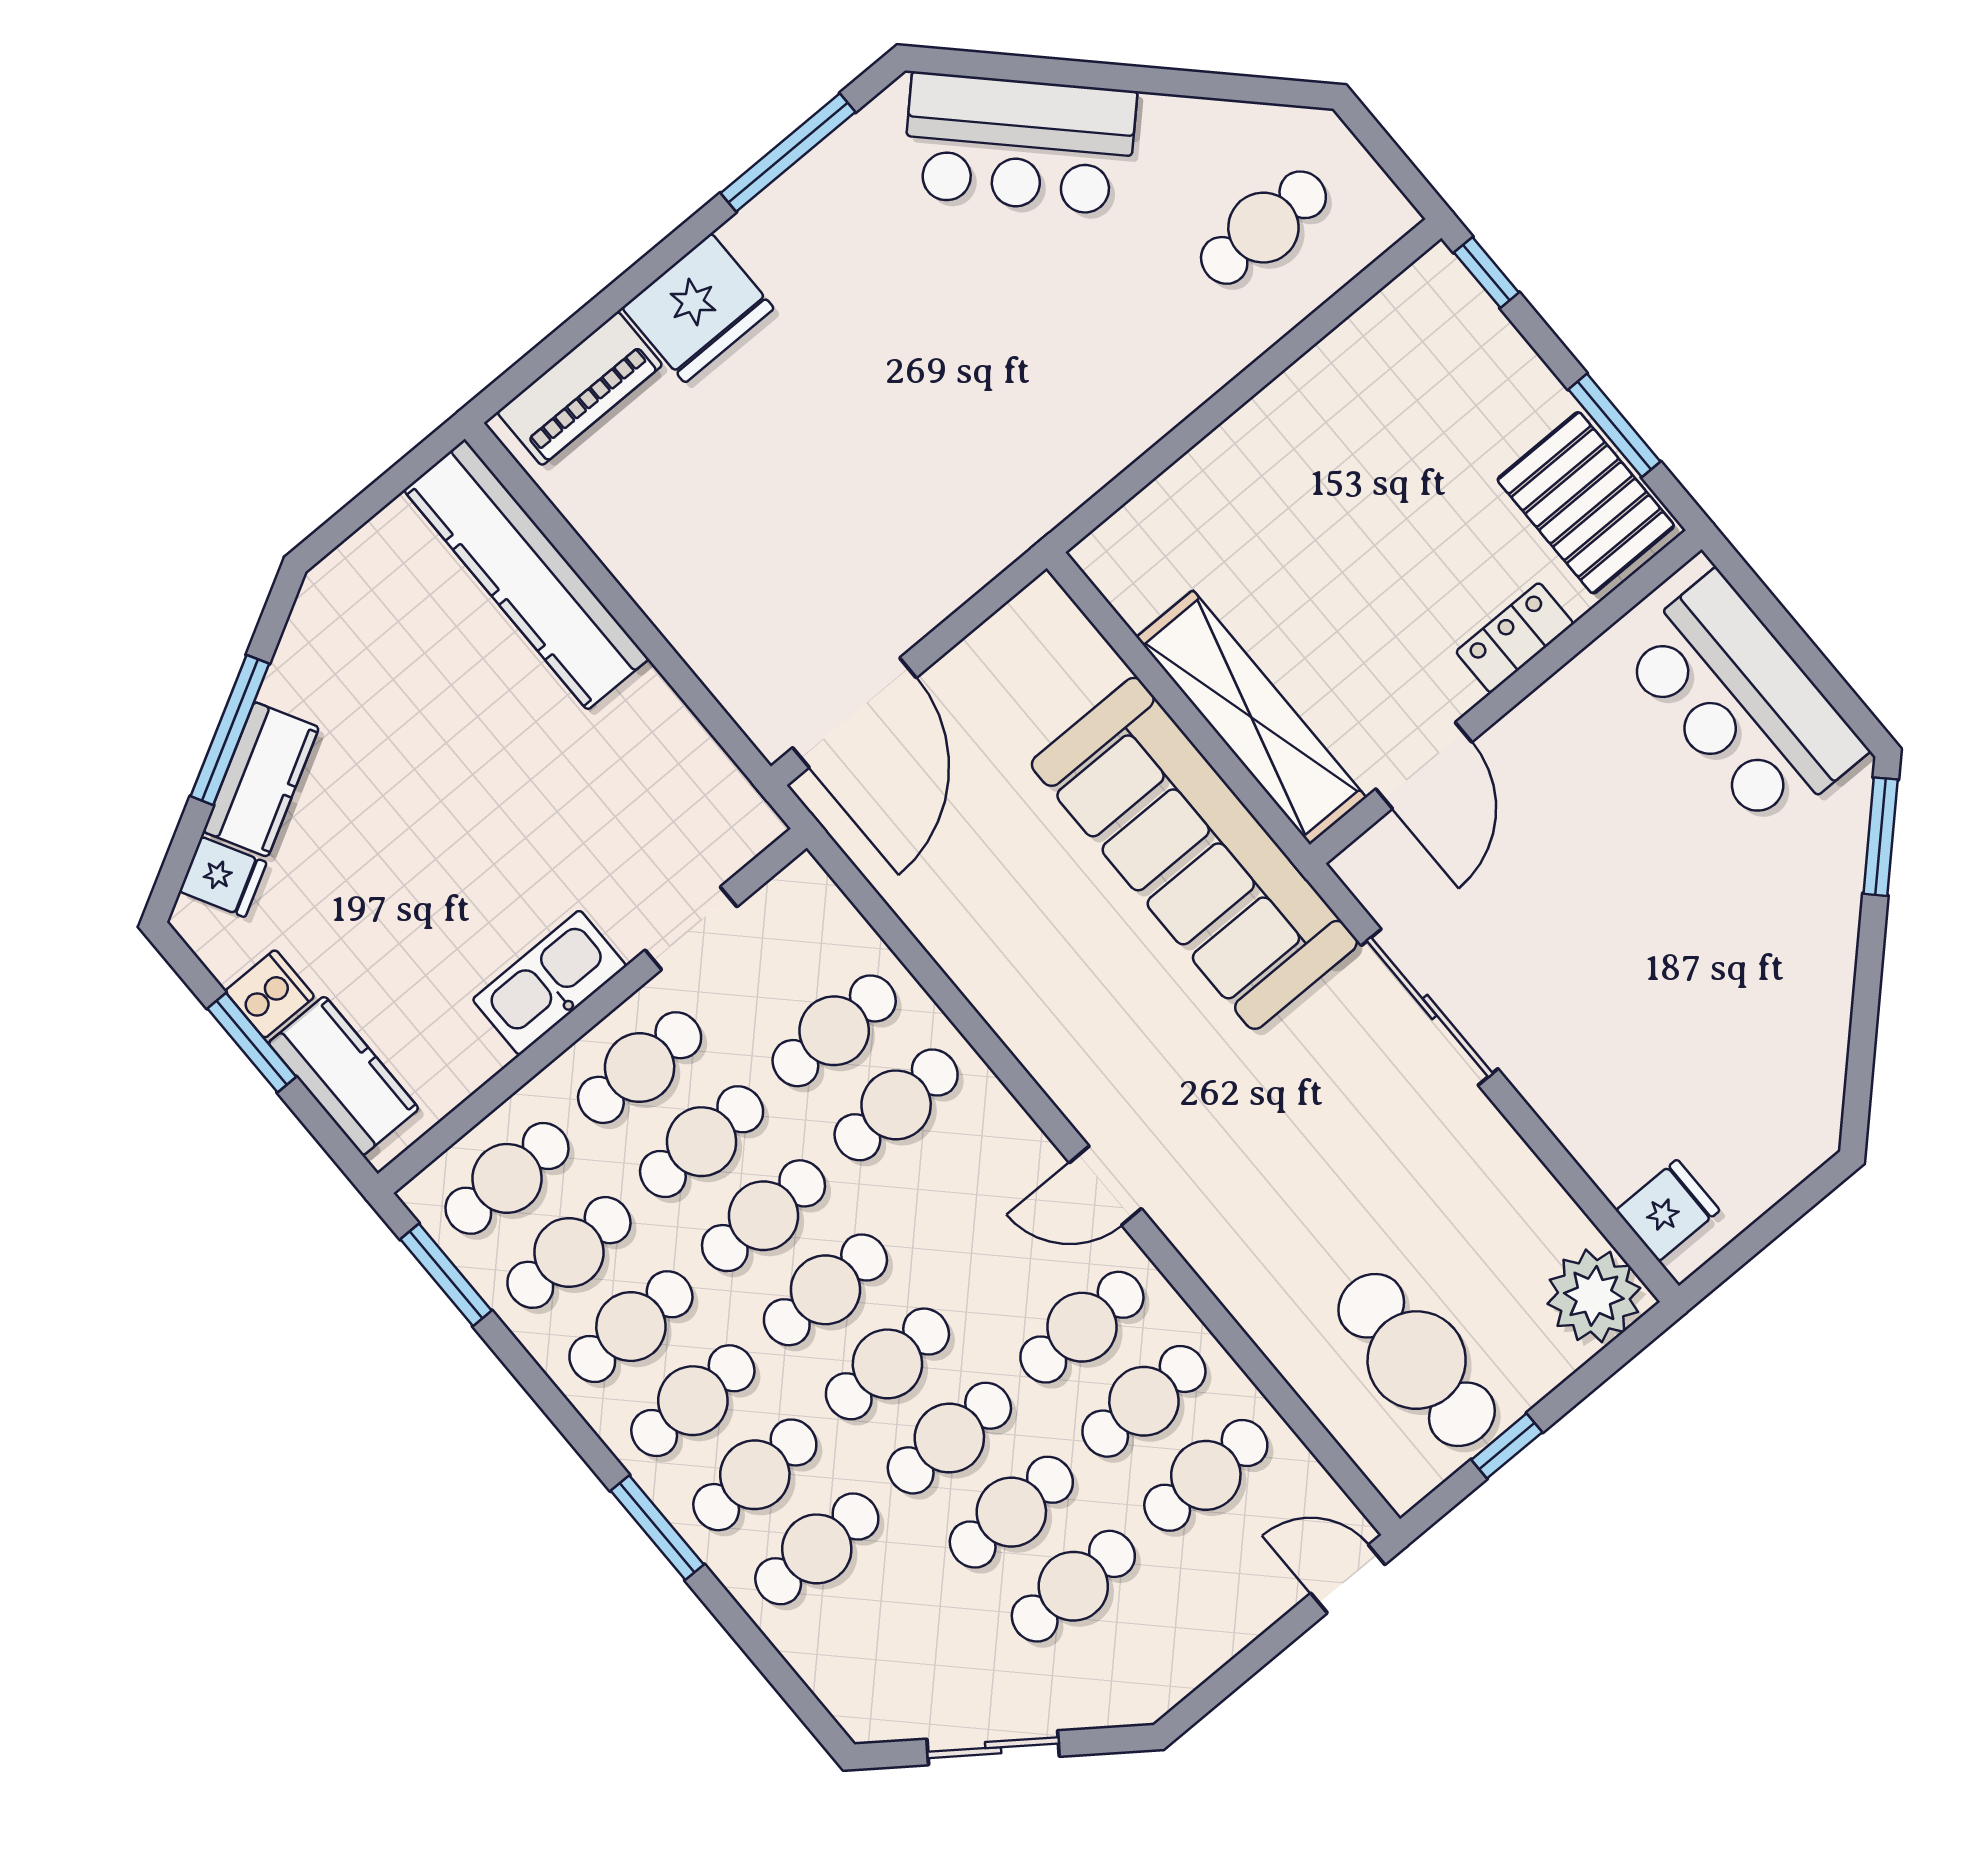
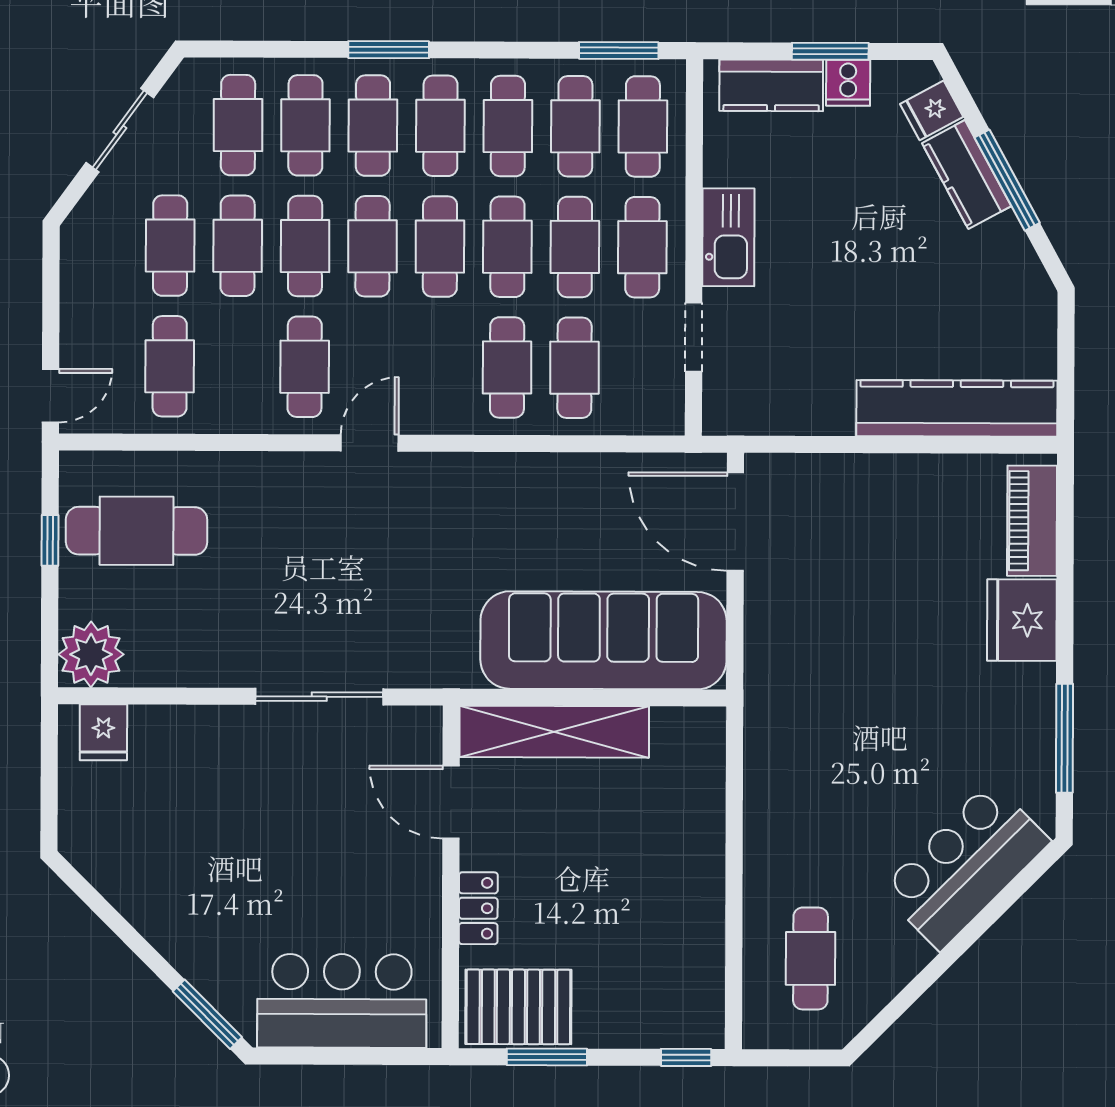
sofa: (1194, 853) -> (603, 640), moved
cafe table: (1144, 1401) -> (238, 125), moved

